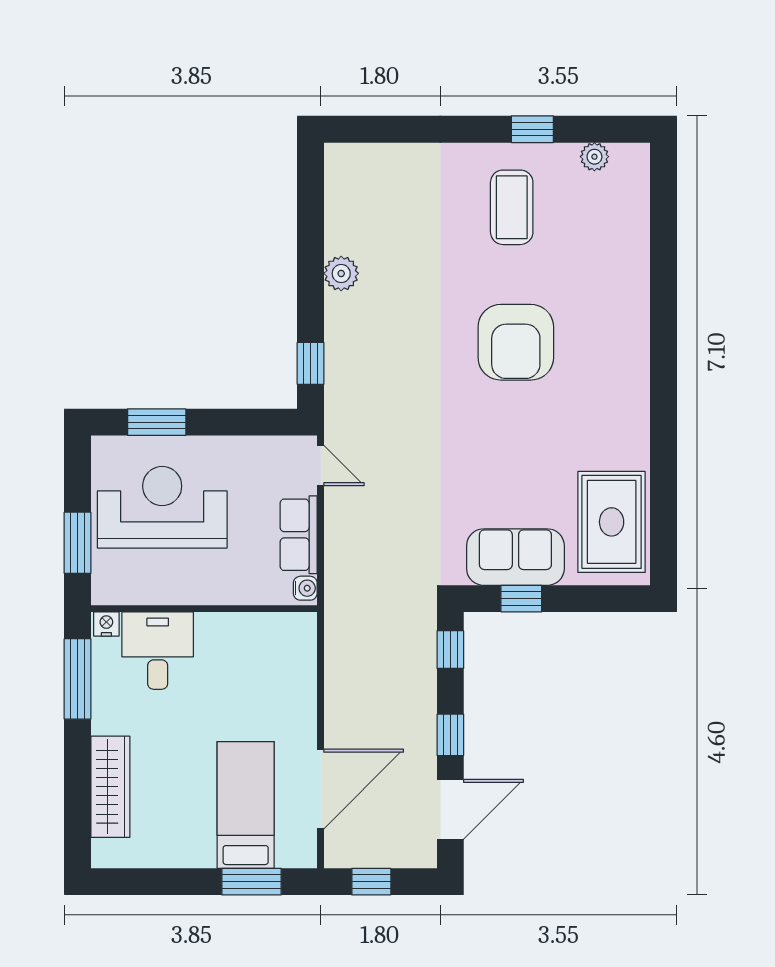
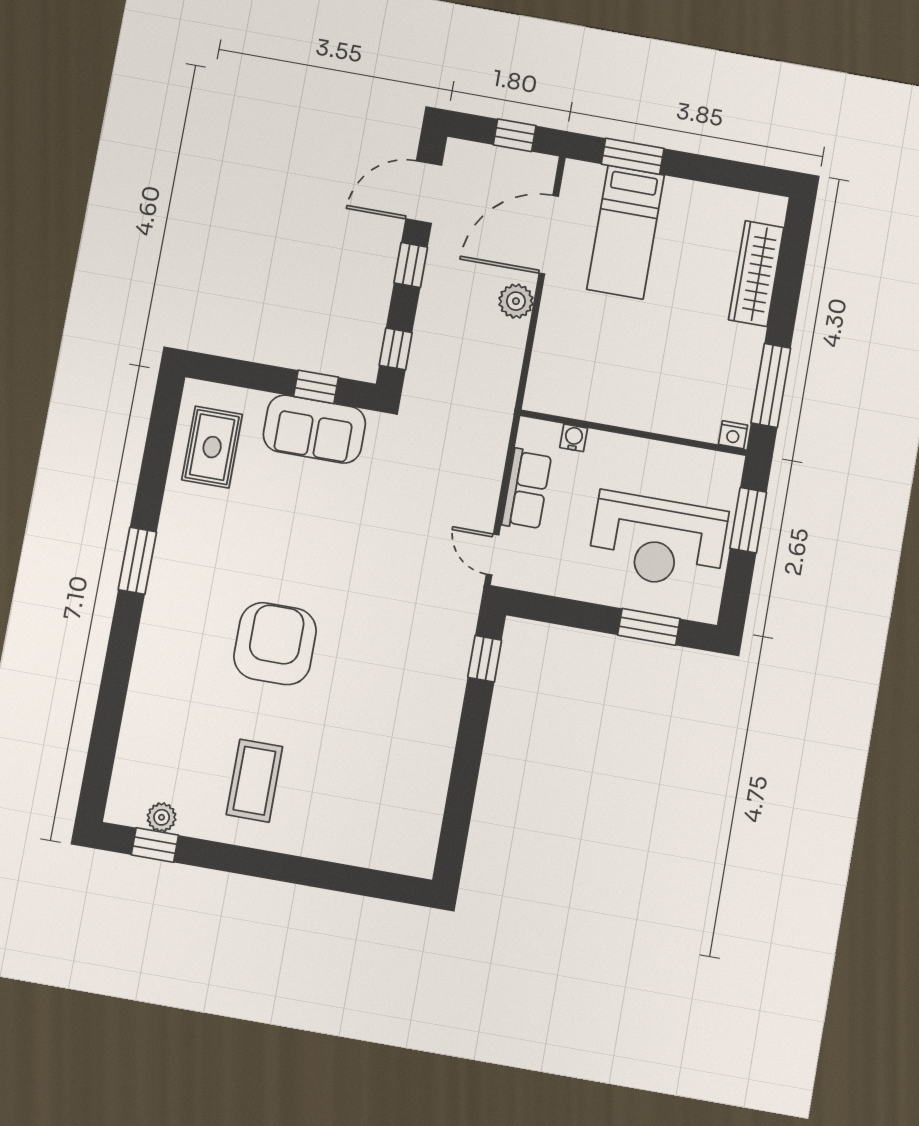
window: (532, 129) -> (155, 845), moved
plant: (341, 273) -> (516, 301), moved
window: (663, 399) -> (137, 561), added
rug: (612, 522) -> (212, 447), width x0.73, depth x0.70
water cooler: (305, 588) -> (574, 438), moved, turned 90
desk: (158, 651) -> (687, 399), removed

